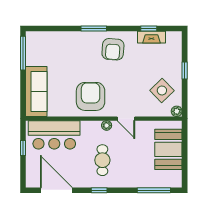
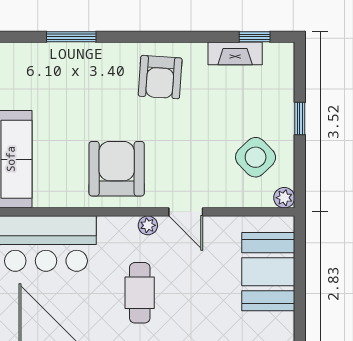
window: (94, 29) -> (71, 37), moved
window: (149, 29) -> (255, 37), moved

